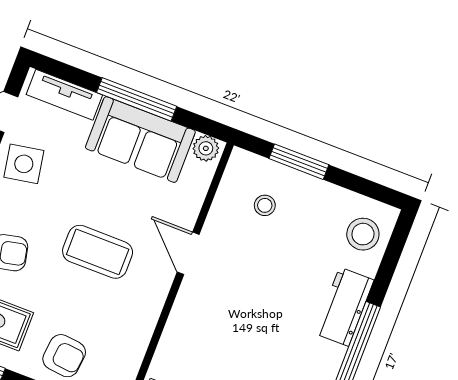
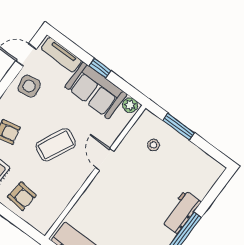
window: (137, 99) -> (100, 68), width x0.46
stool: (363, 234) -> (202, 175), removed
coffee table: (98, 252) -> (56, 145), turned -64

